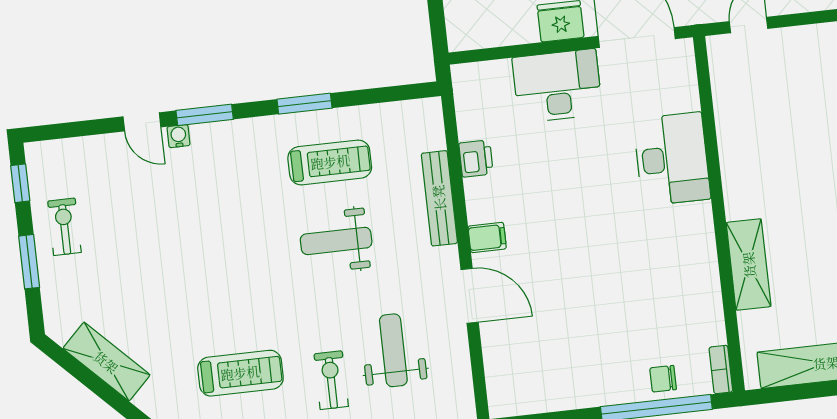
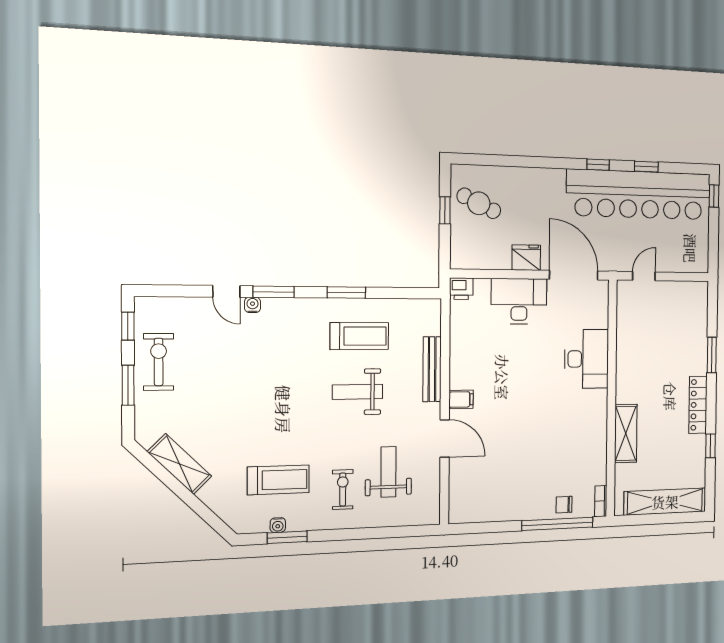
printer: (476, 158) -> (461, 289), moved, turned 90
exercise bike: (64, 227) -> (159, 362), width x1.38, depth x1.39

